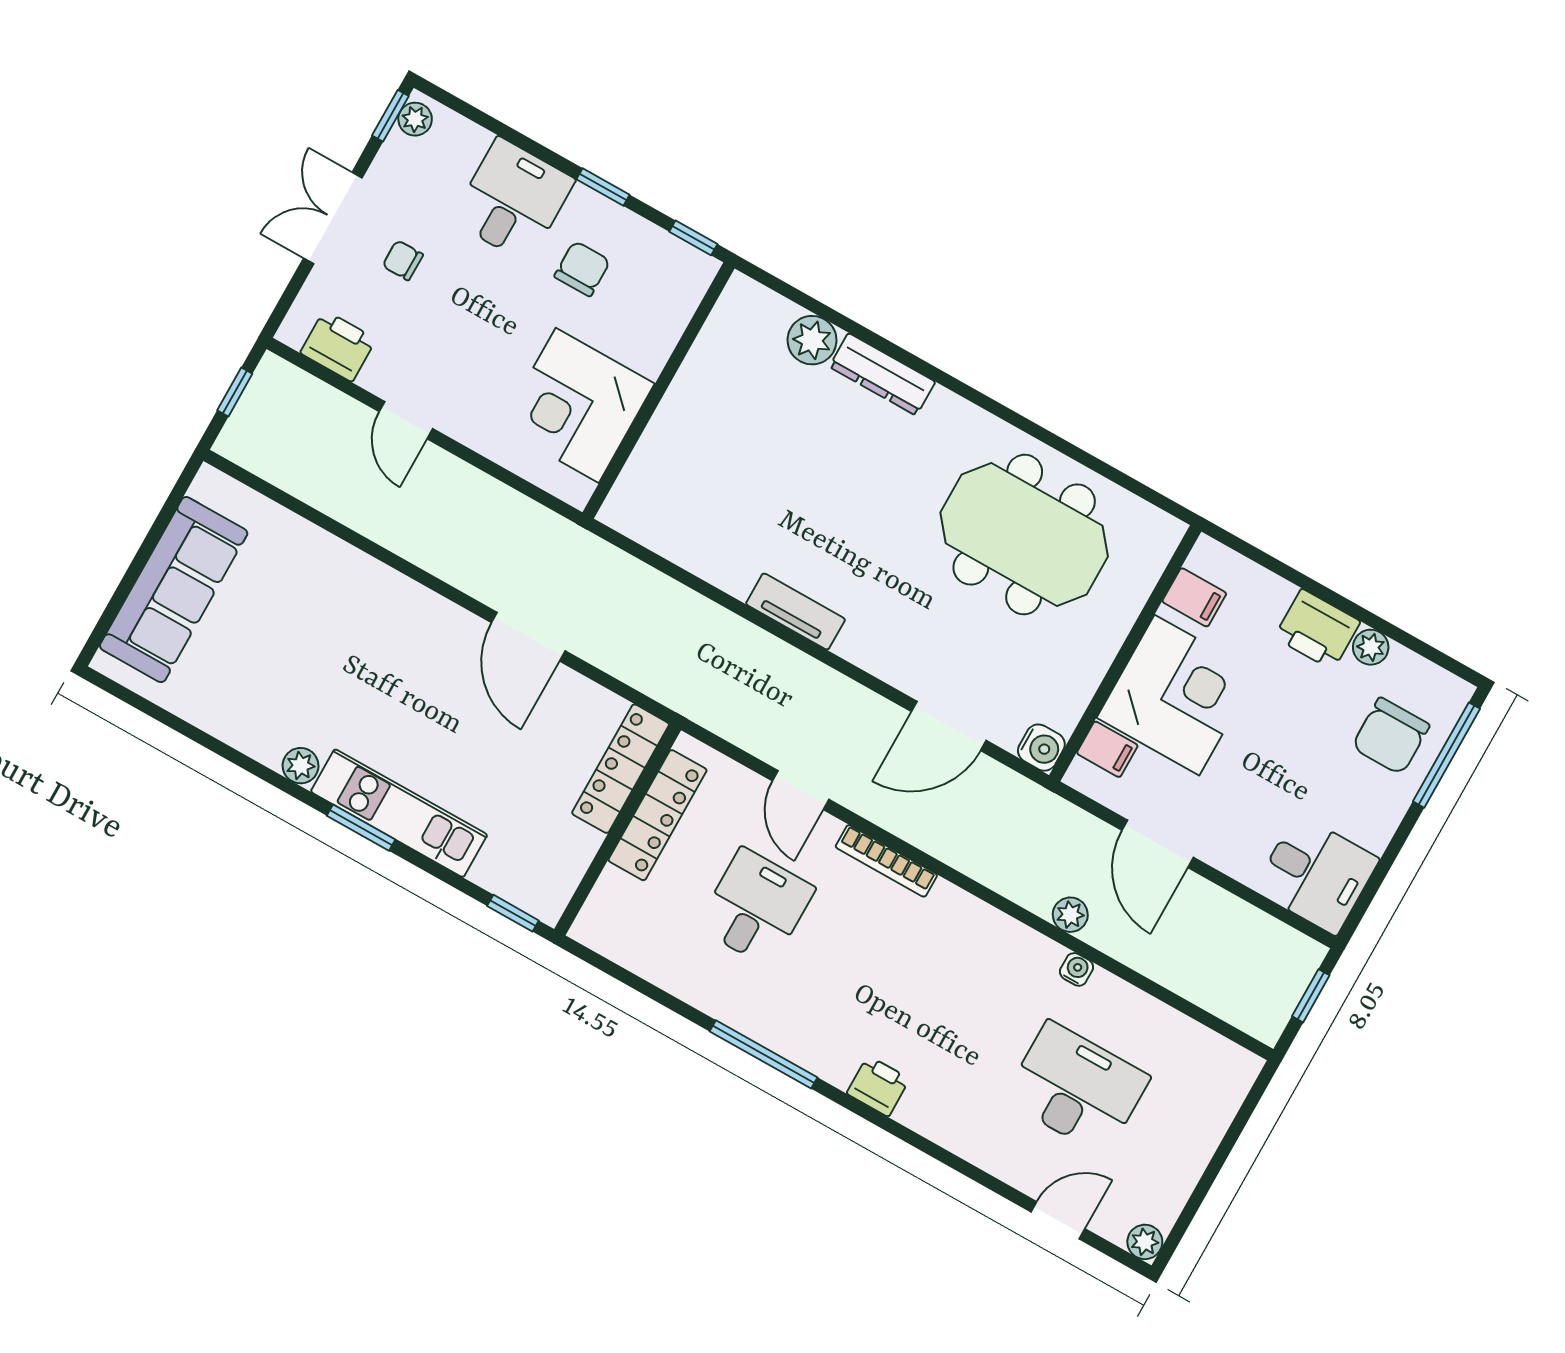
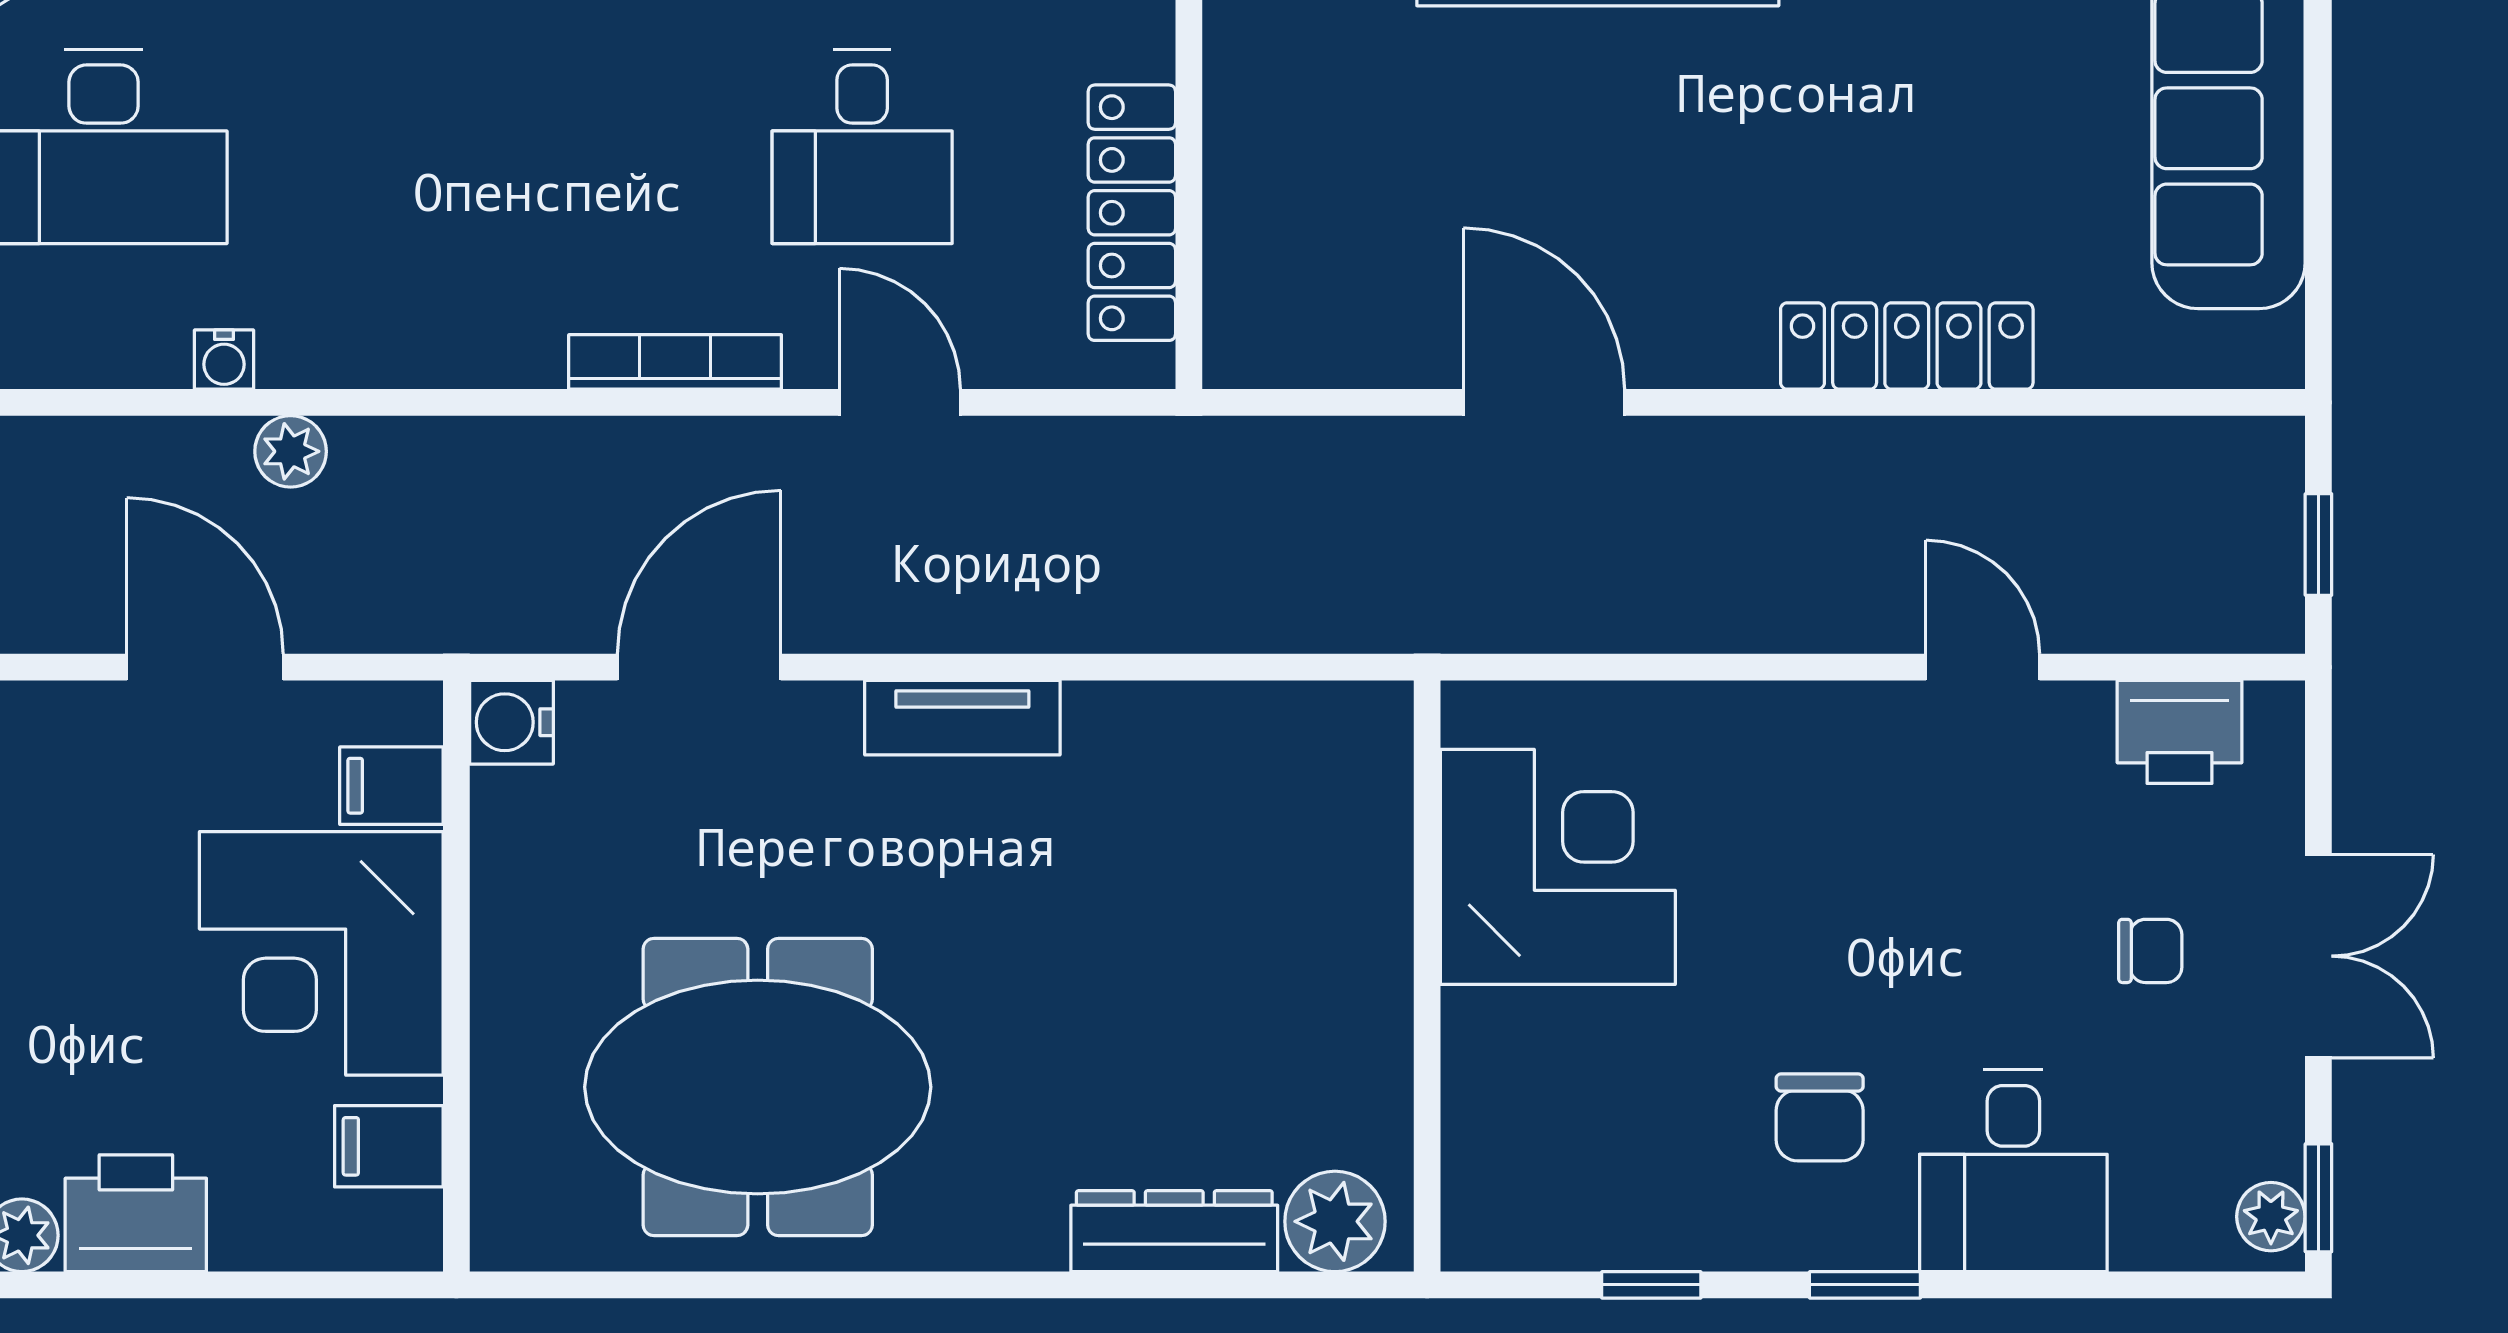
wall: (659, 390) -> (1427, 976), moved
corner desk: (577, 405) -> (1558, 867), moved
tv unit: (796, 612) -> (962, 718), moved
locker: (621, 769) -> (1907, 346), moved, turned -90

